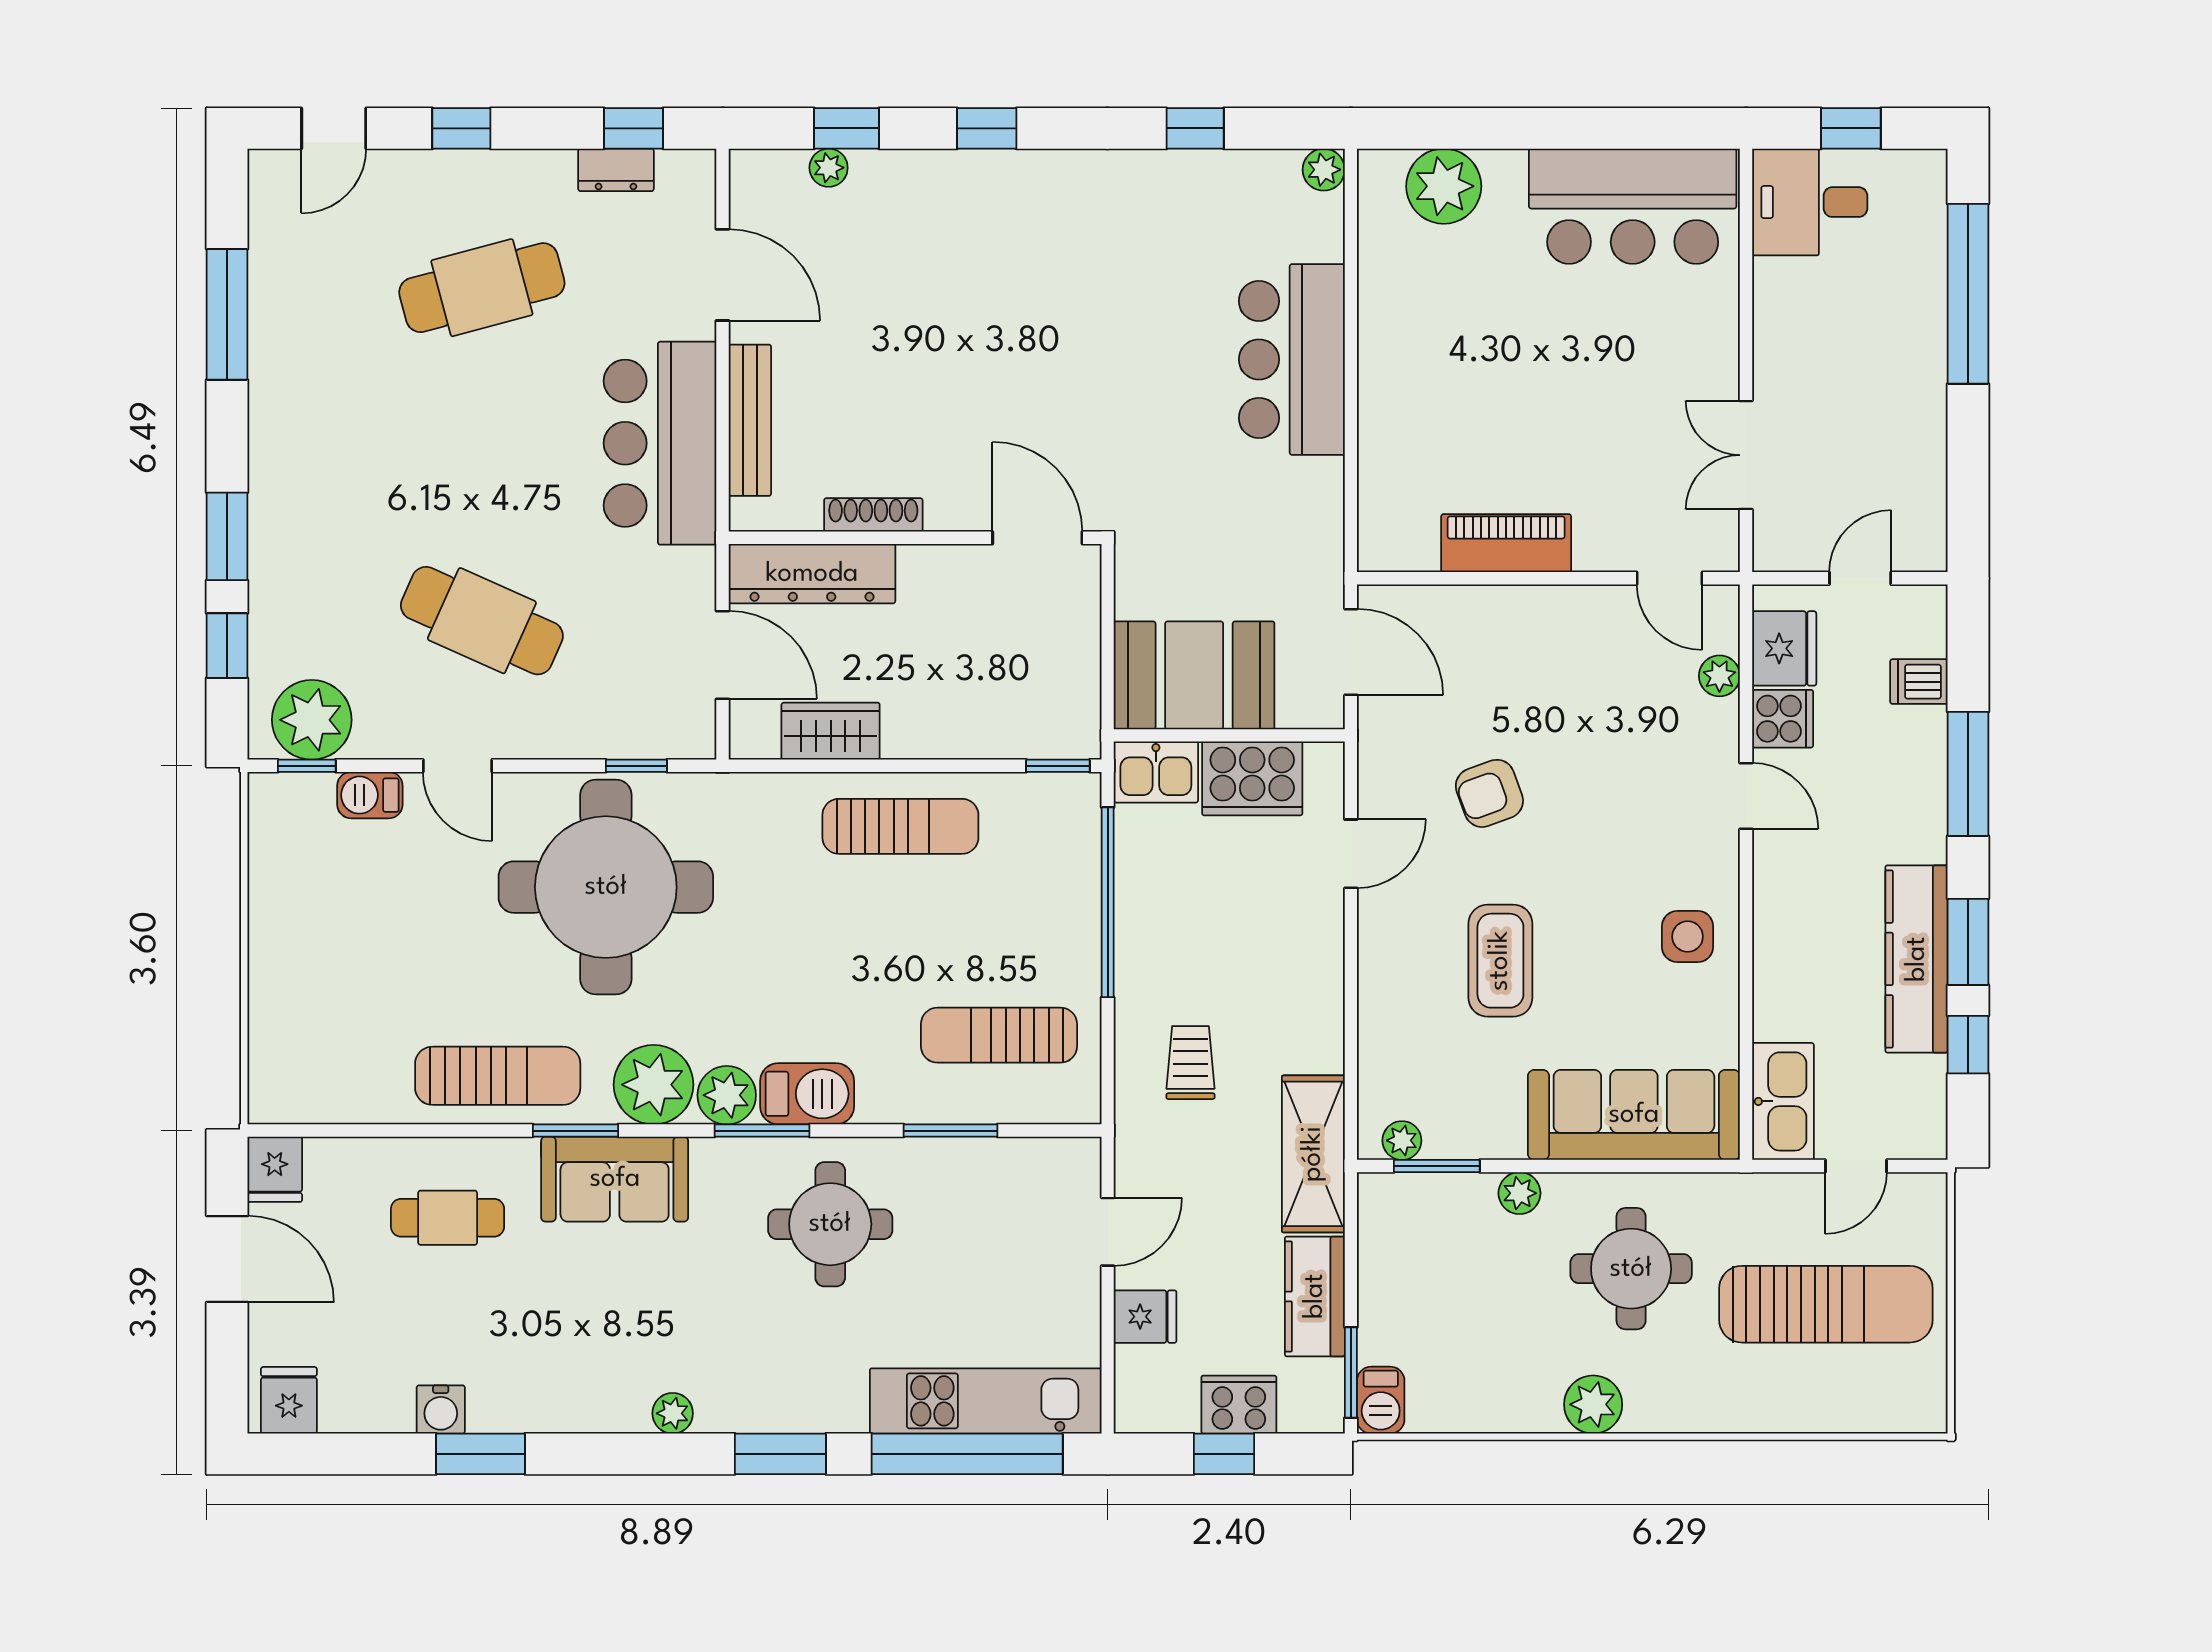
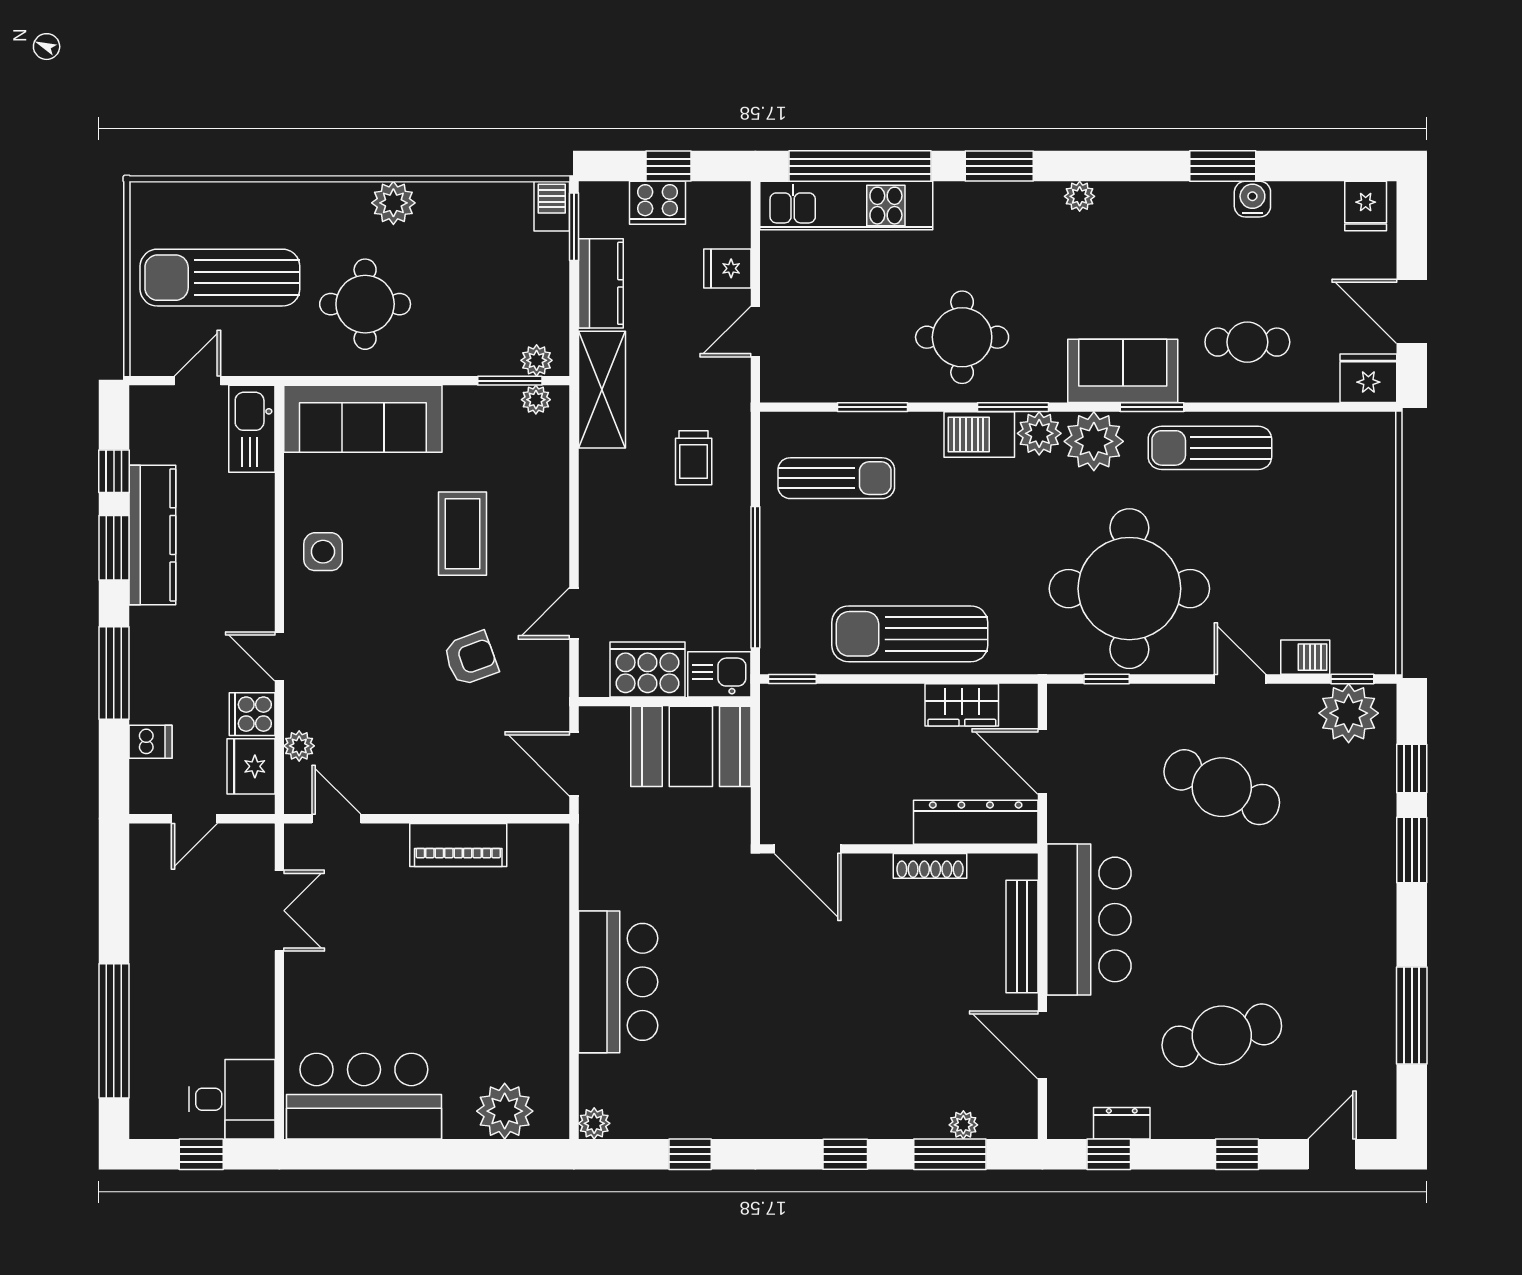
window: (847, 128) -> (950, 1154), width x1.50
sun lounger: (900, 826) -> (910, 634), width x1.36, depth x1.34
fridge: (275, 1169) -> (1368, 378), width x1.38
plant: (1519, 1193) -> (537, 360), moved

